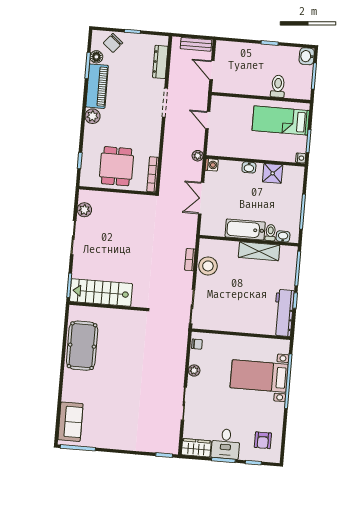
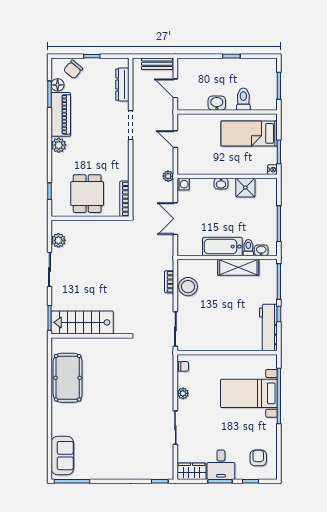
washbasin: (307, 56) -> (217, 103), moved, turned 90
armchair: (263, 440) -> (258, 458), turned 180

